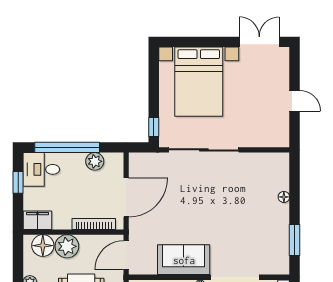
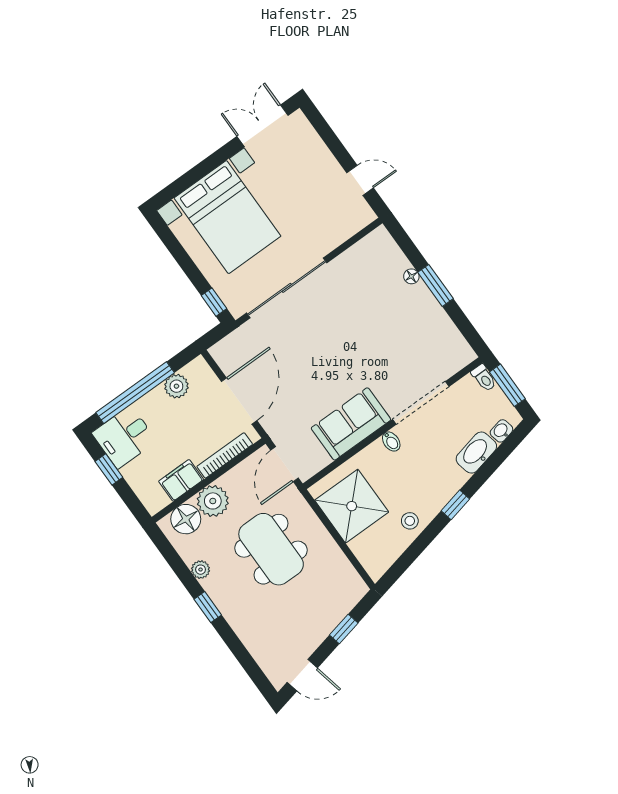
door: (295, 101) -> (360, 180), moved
filing cabinet: (38, 220) -> (181, 480), moved
window: (295, 240) -> (436, 285), moved

